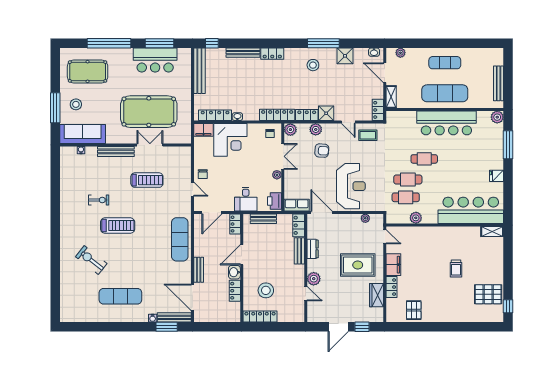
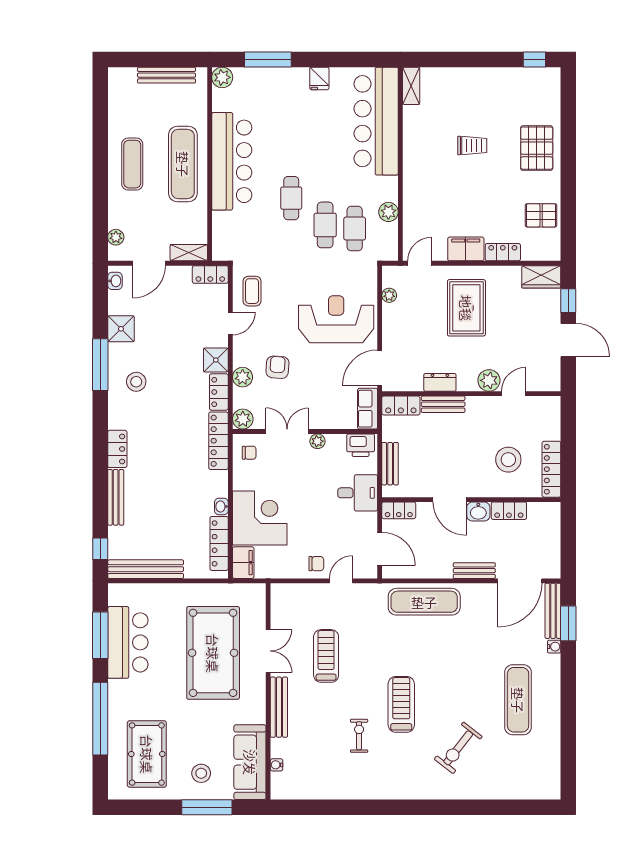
double door: (150, 145) -> (268, 651), swing flipped
pallet: (488, 294) -> (537, 148), moved
wardrobe: (376, 295) -> (541, 277), moved

